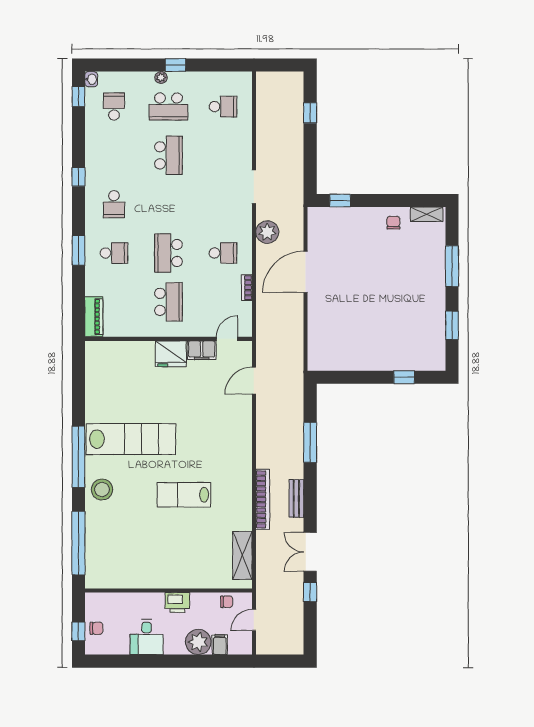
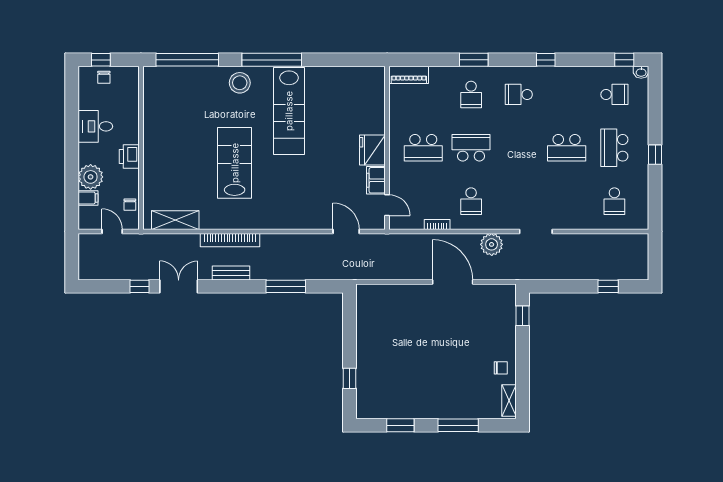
plant: (161, 78) -> (643, 140), removed
lab bench: (184, 495) -> (235, 163), width x1.36, depth x1.39

